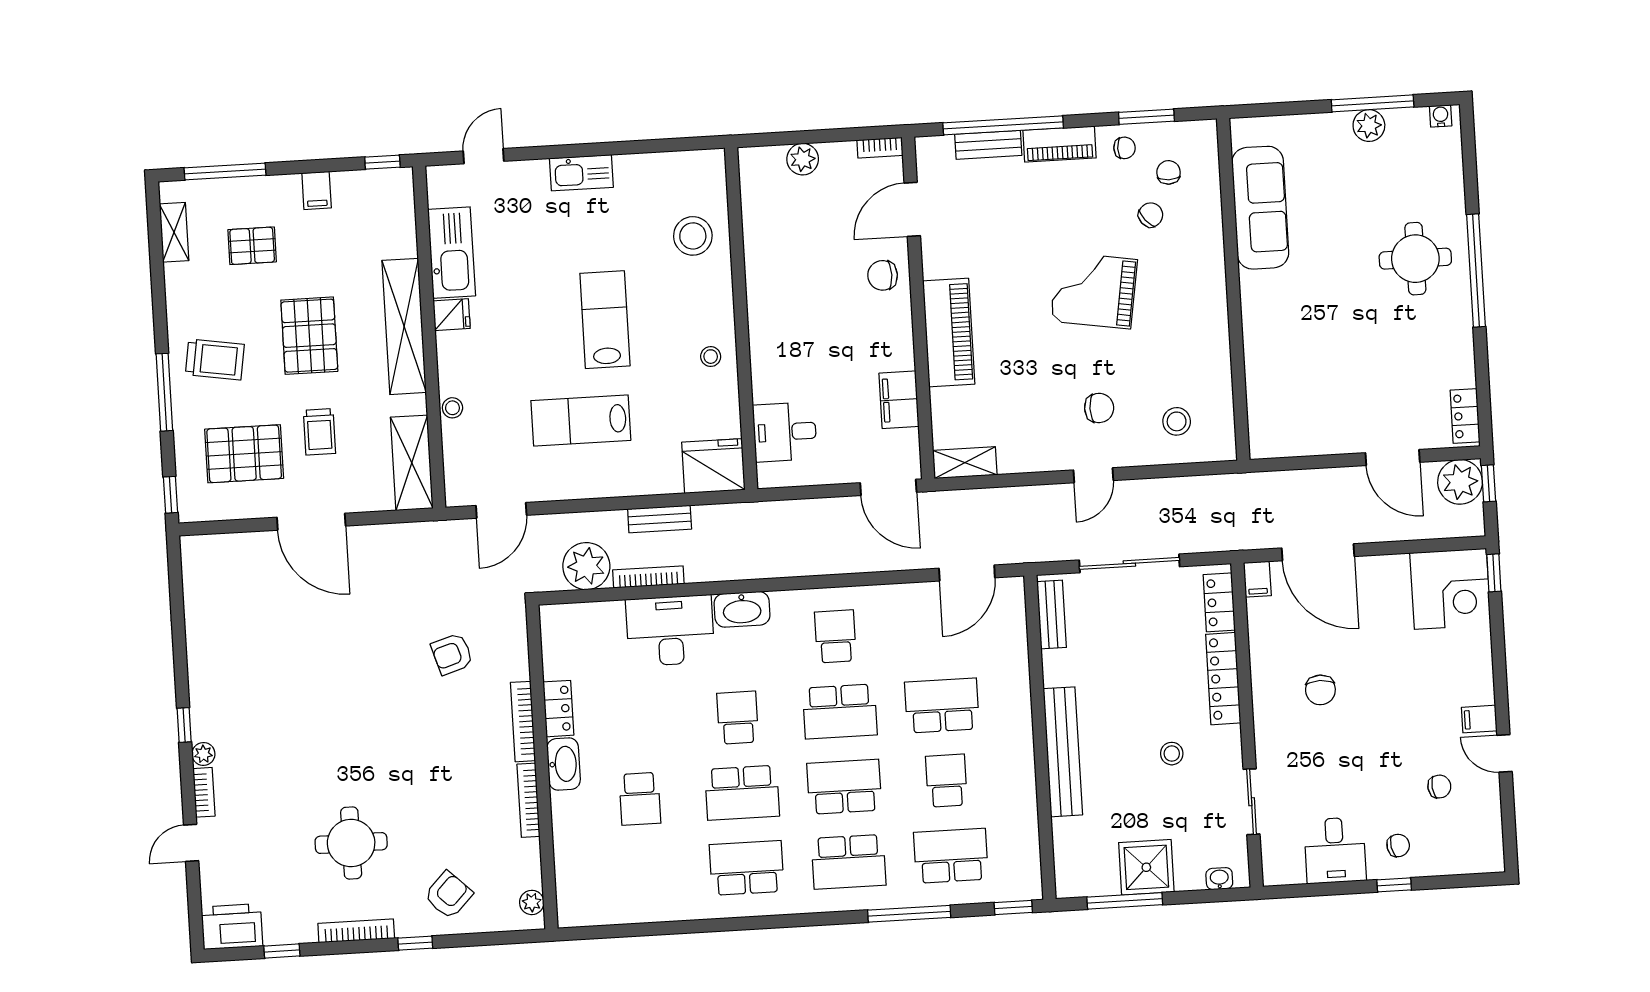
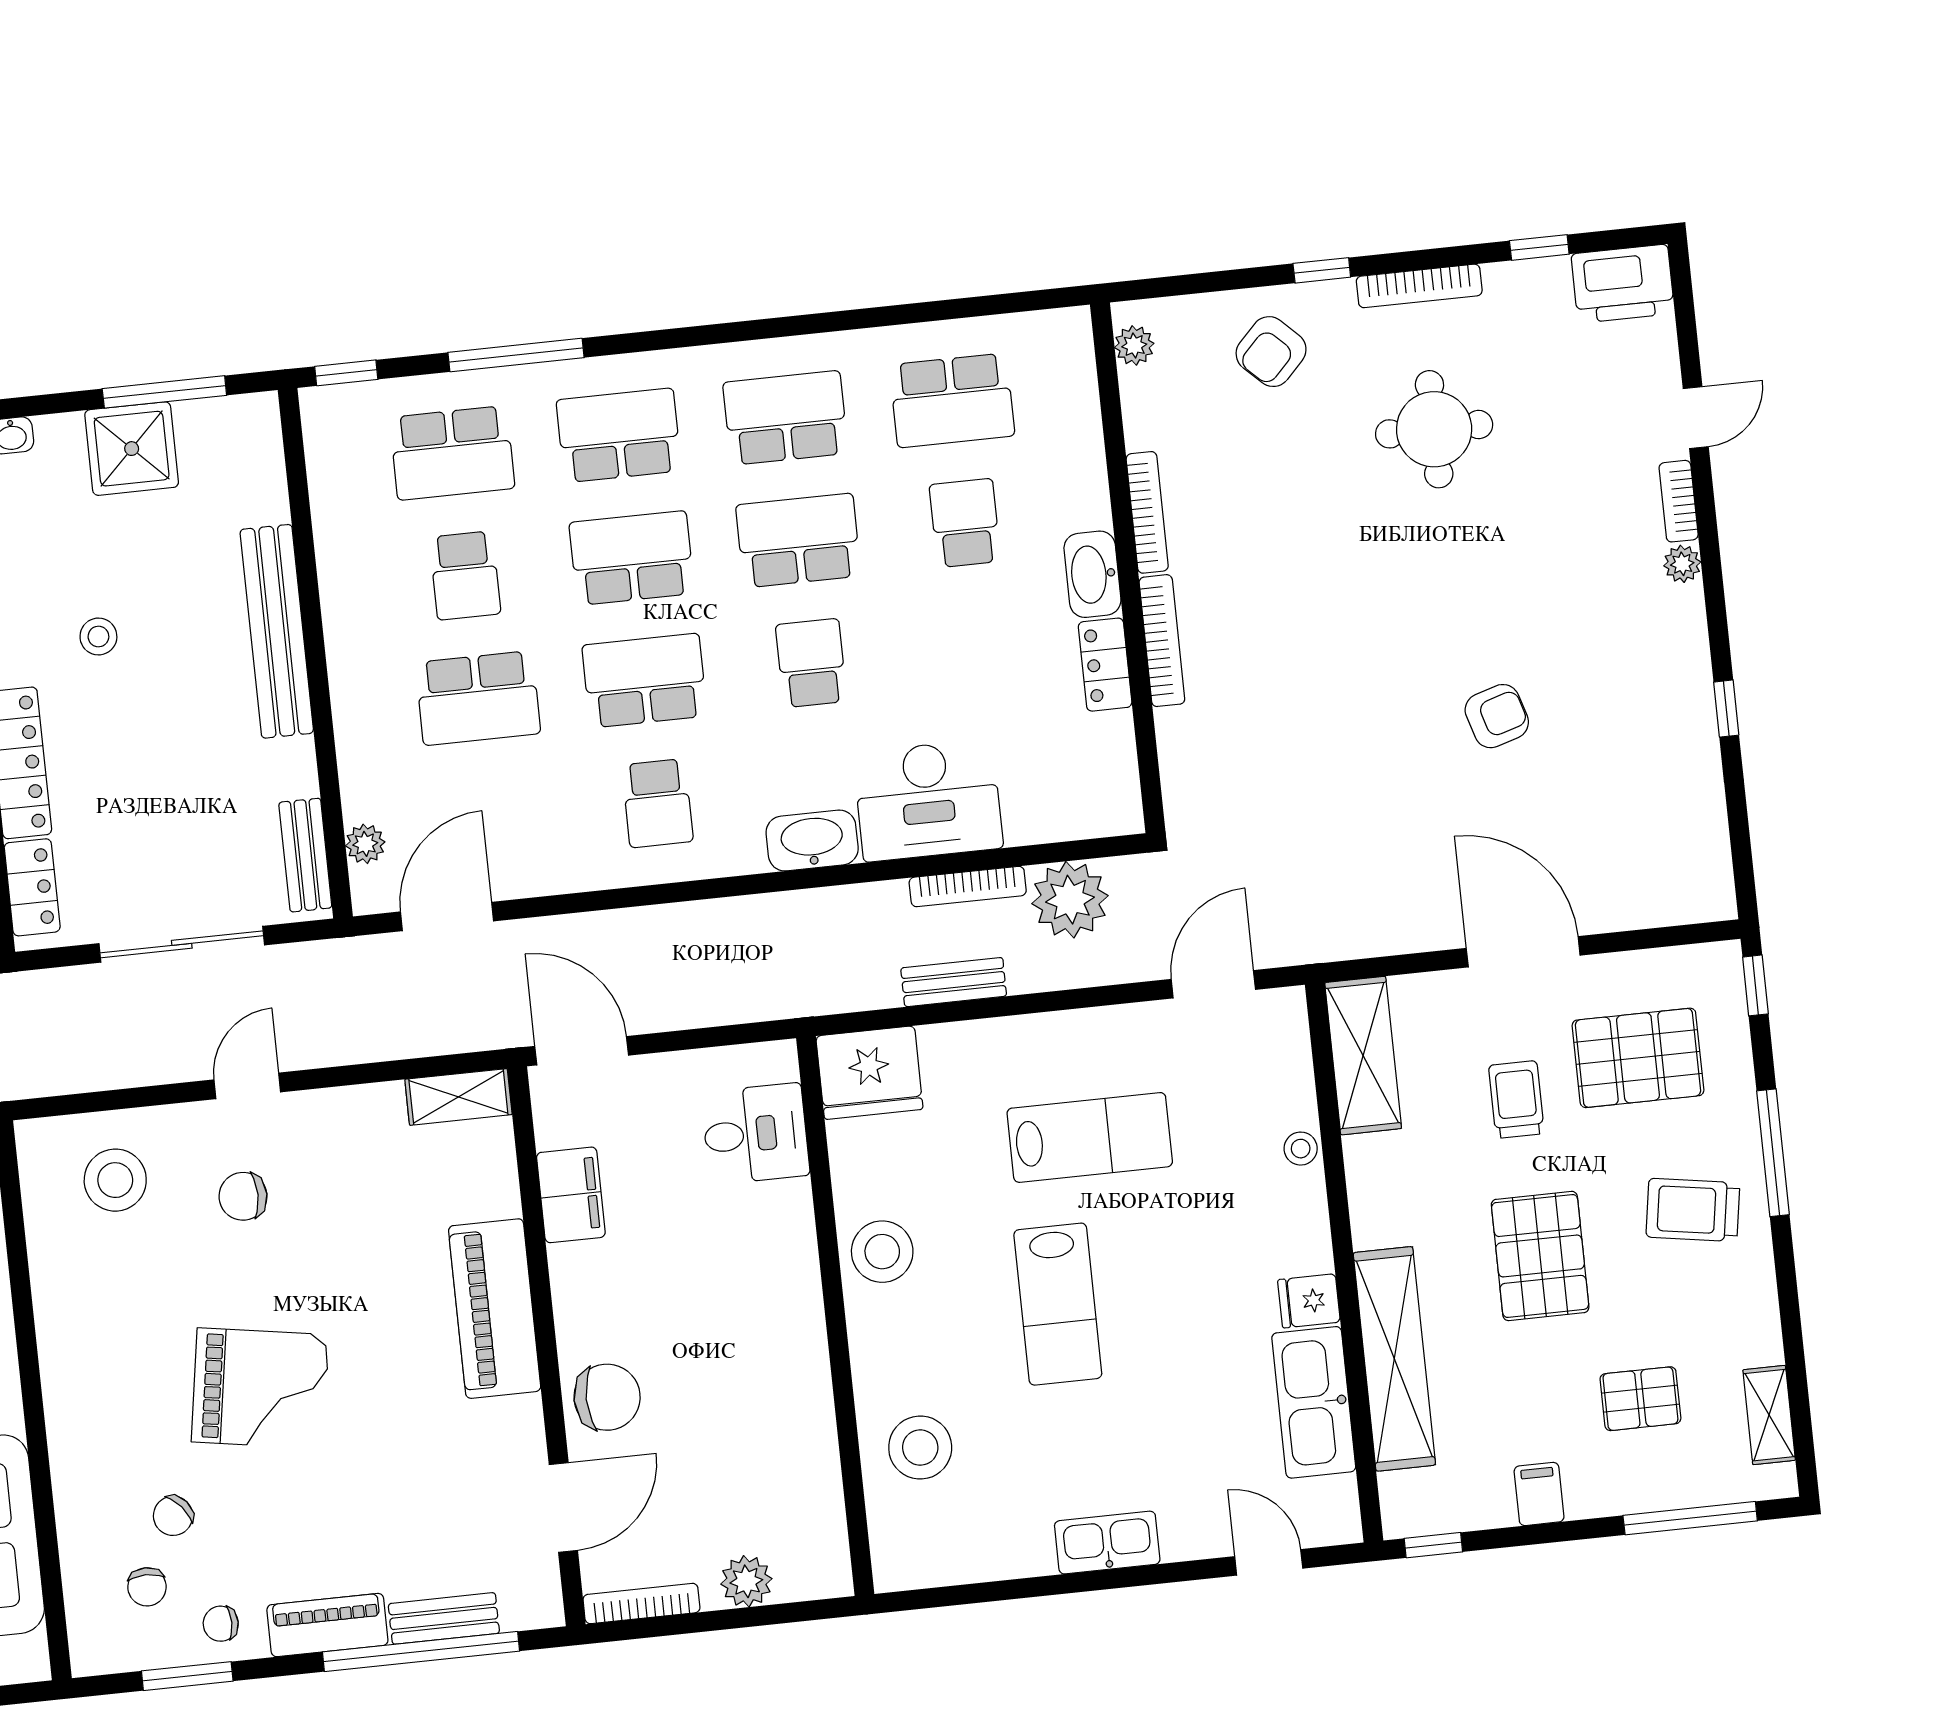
bookcase: (880, 148) -> (641, 1604), width x1.56
door: (483, 156) -> (1269, 1562), swing flipped
chair: (883, 275) -> (607, 1397), width x1.37, depth x1.37
shelving: (404, 326) -> (1394, 1359), moved
stool: (711, 357) -> (882, 1252), width x1.89, depth x1.89
stool: (1177, 421) -> (115, 1180), width x1.38, depth x1.38
plant: (1015, 620) -> (365, 844), added
armchair: (452, 654) -> (1497, 716), moved
school desk: (738, 718) -> (811, 663), turned 180
window: (184, 725) -> (1726, 709), moved
school desk: (844, 787) -> (632, 558), turned 180
school desk: (747, 868) -> (785, 418), turned 180
school desk: (644, 874) -> (952, 400), added

